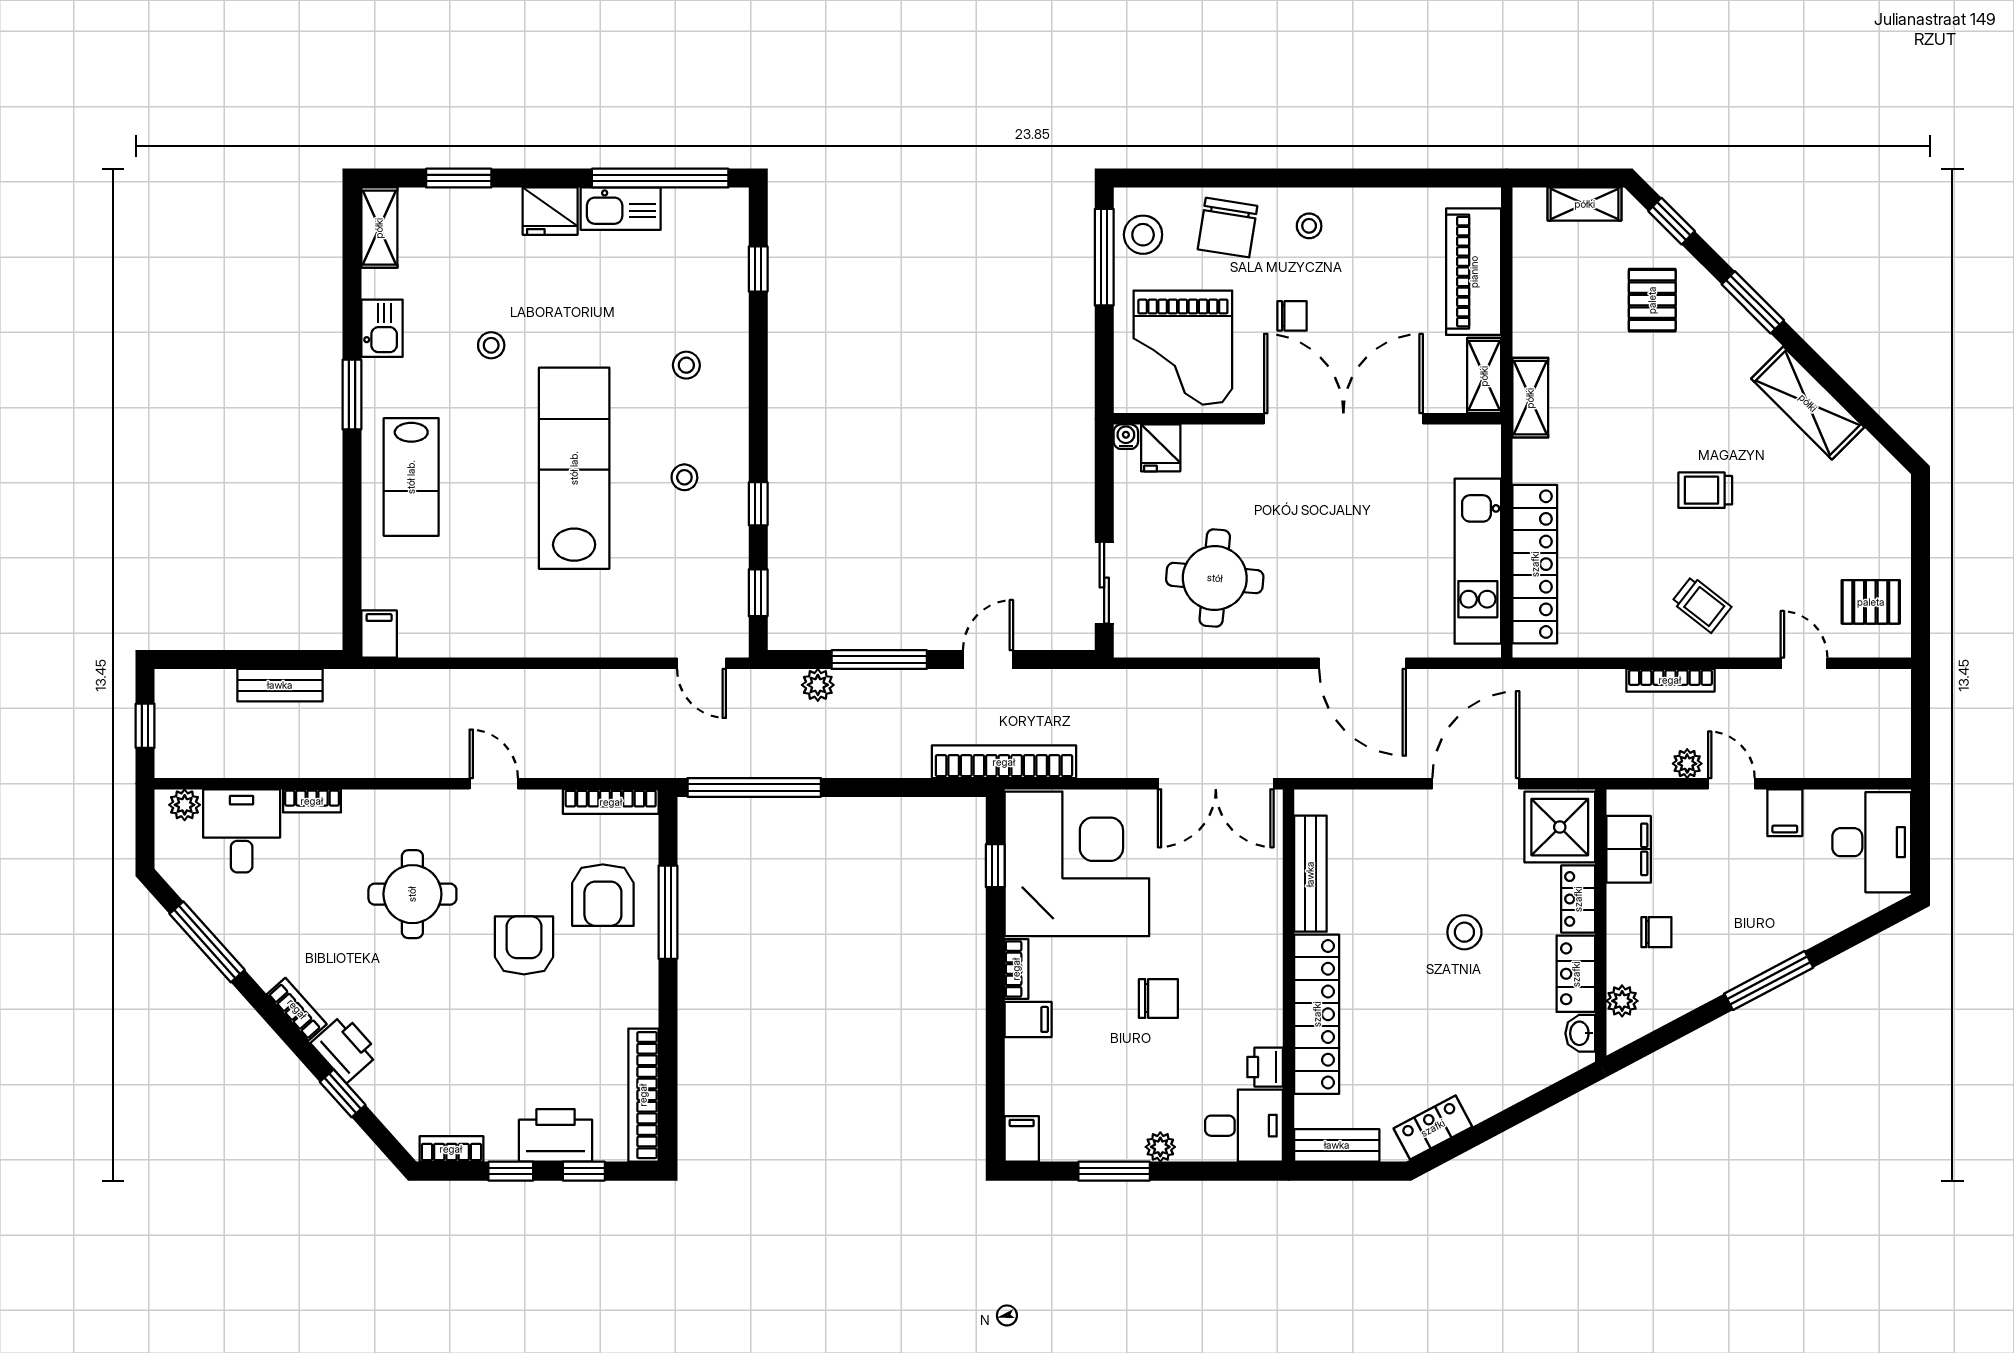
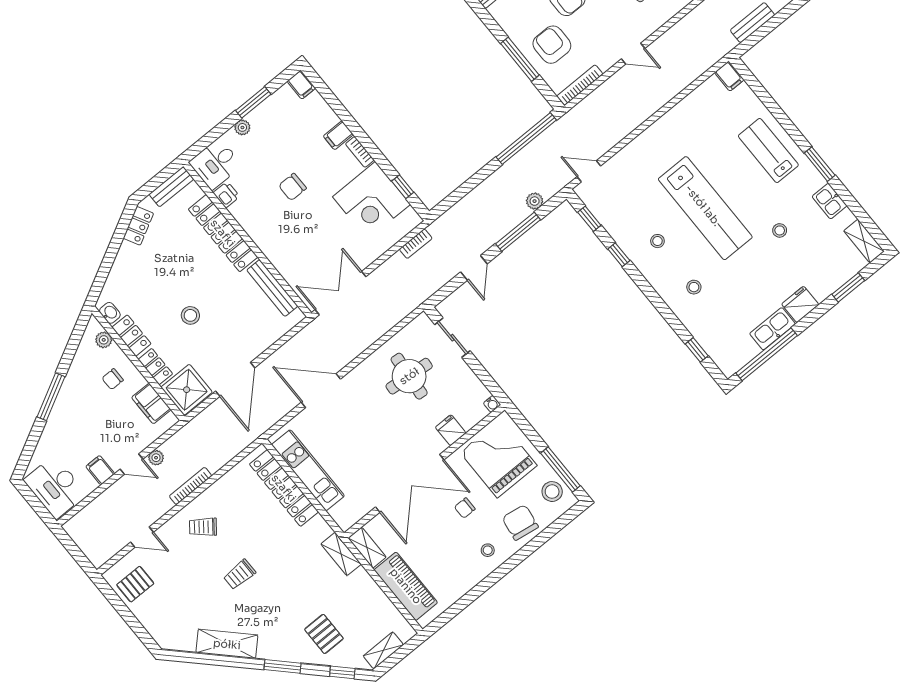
fridge: (1161, 448) -> (451, 430), moved
trolley: (1705, 490) -> (239, 574), turned 180
bookcase: (1004, 762) -> (416, 244), width x0.43, depth x0.76
corner desk: (1077, 864) -> (372, 200), width x0.74, depth x0.74

